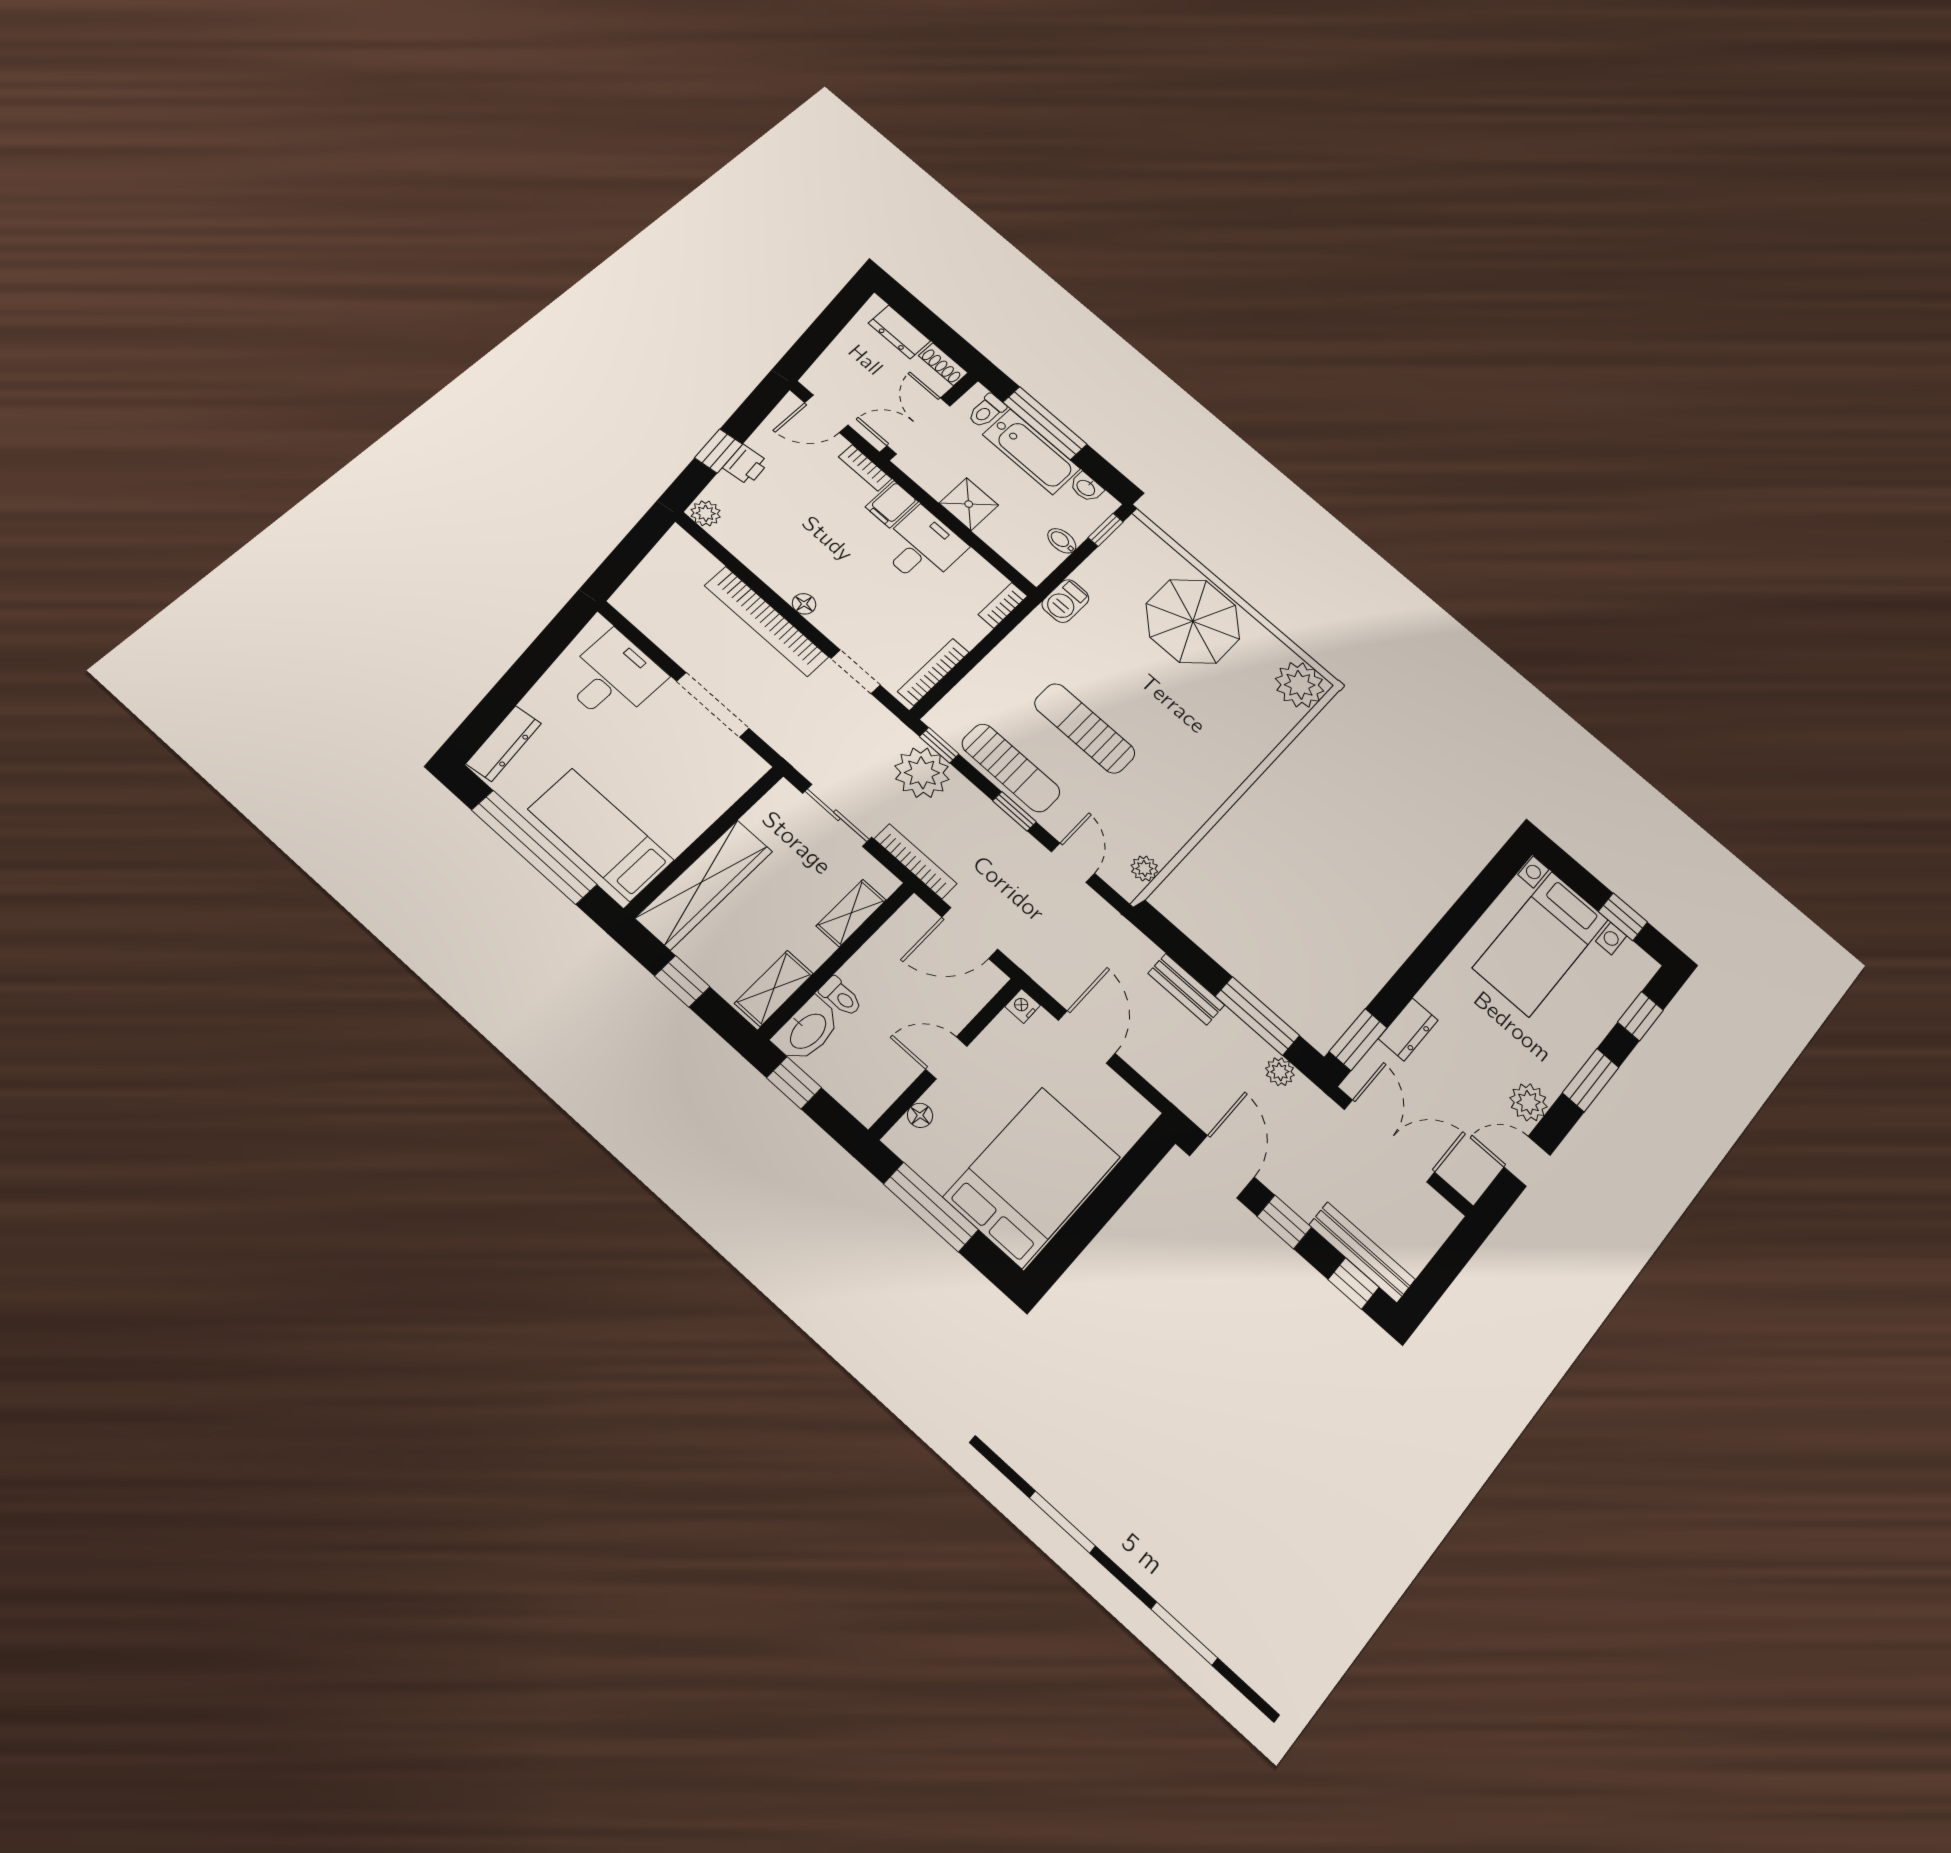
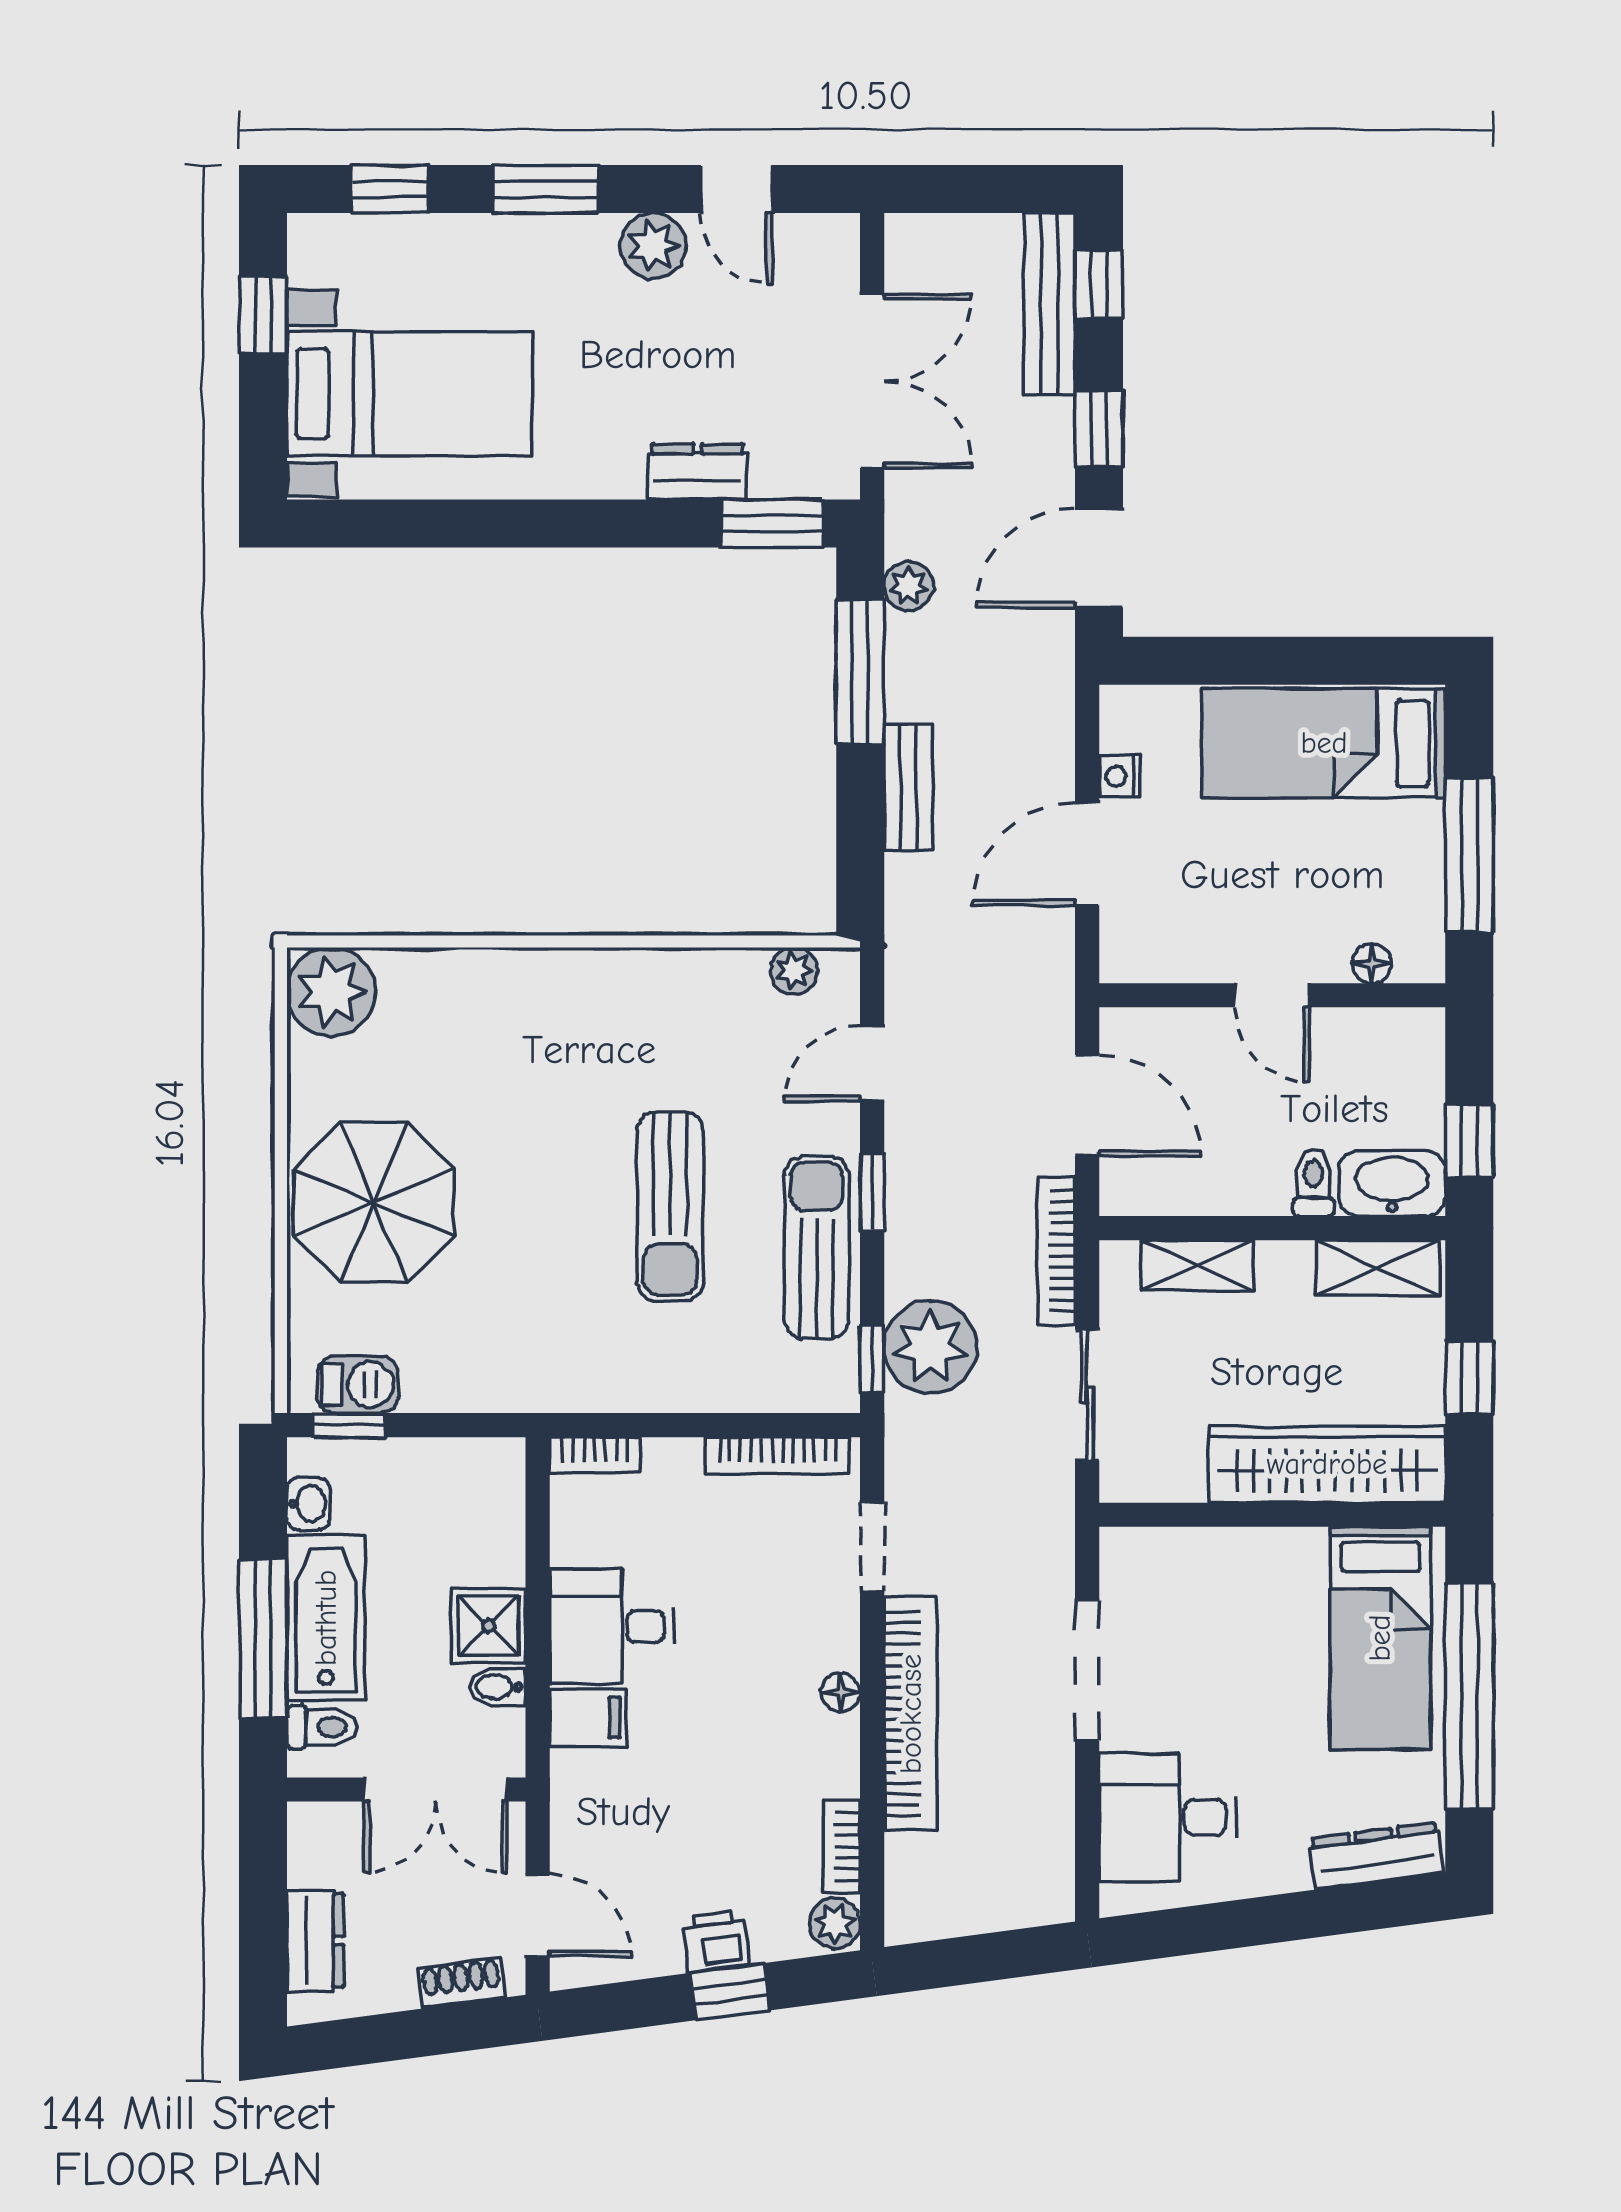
shoe rack: (943, 364) -> (462, 1983), moved, turned -98
bookcase: (865, 468) -> (842, 1847), moved, turned 180
bidet: (1062, 541) -> (498, 1687), moved, turned 90
barbecue: (1065, 601) -> (358, 1385), moved
nightstand: (1023, 1006) -> (1119, 776), moved, turned 90
double door: (1389, 1141) -> (872, 381), swing flipped
bed: (1032, 1177) -> (1324, 743), width x0.67

